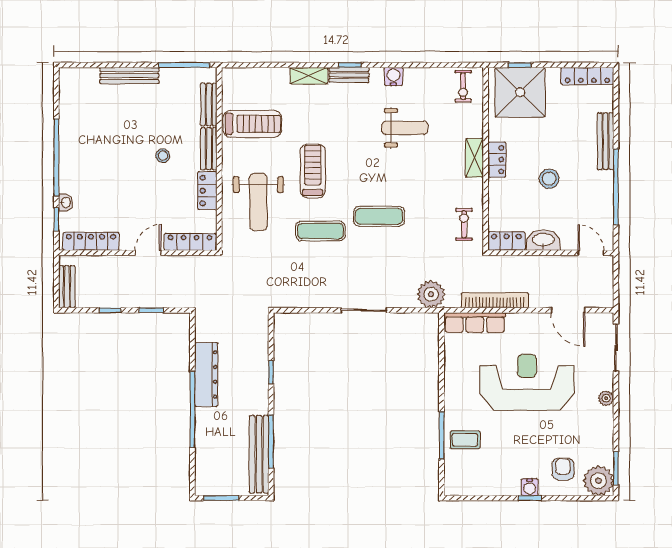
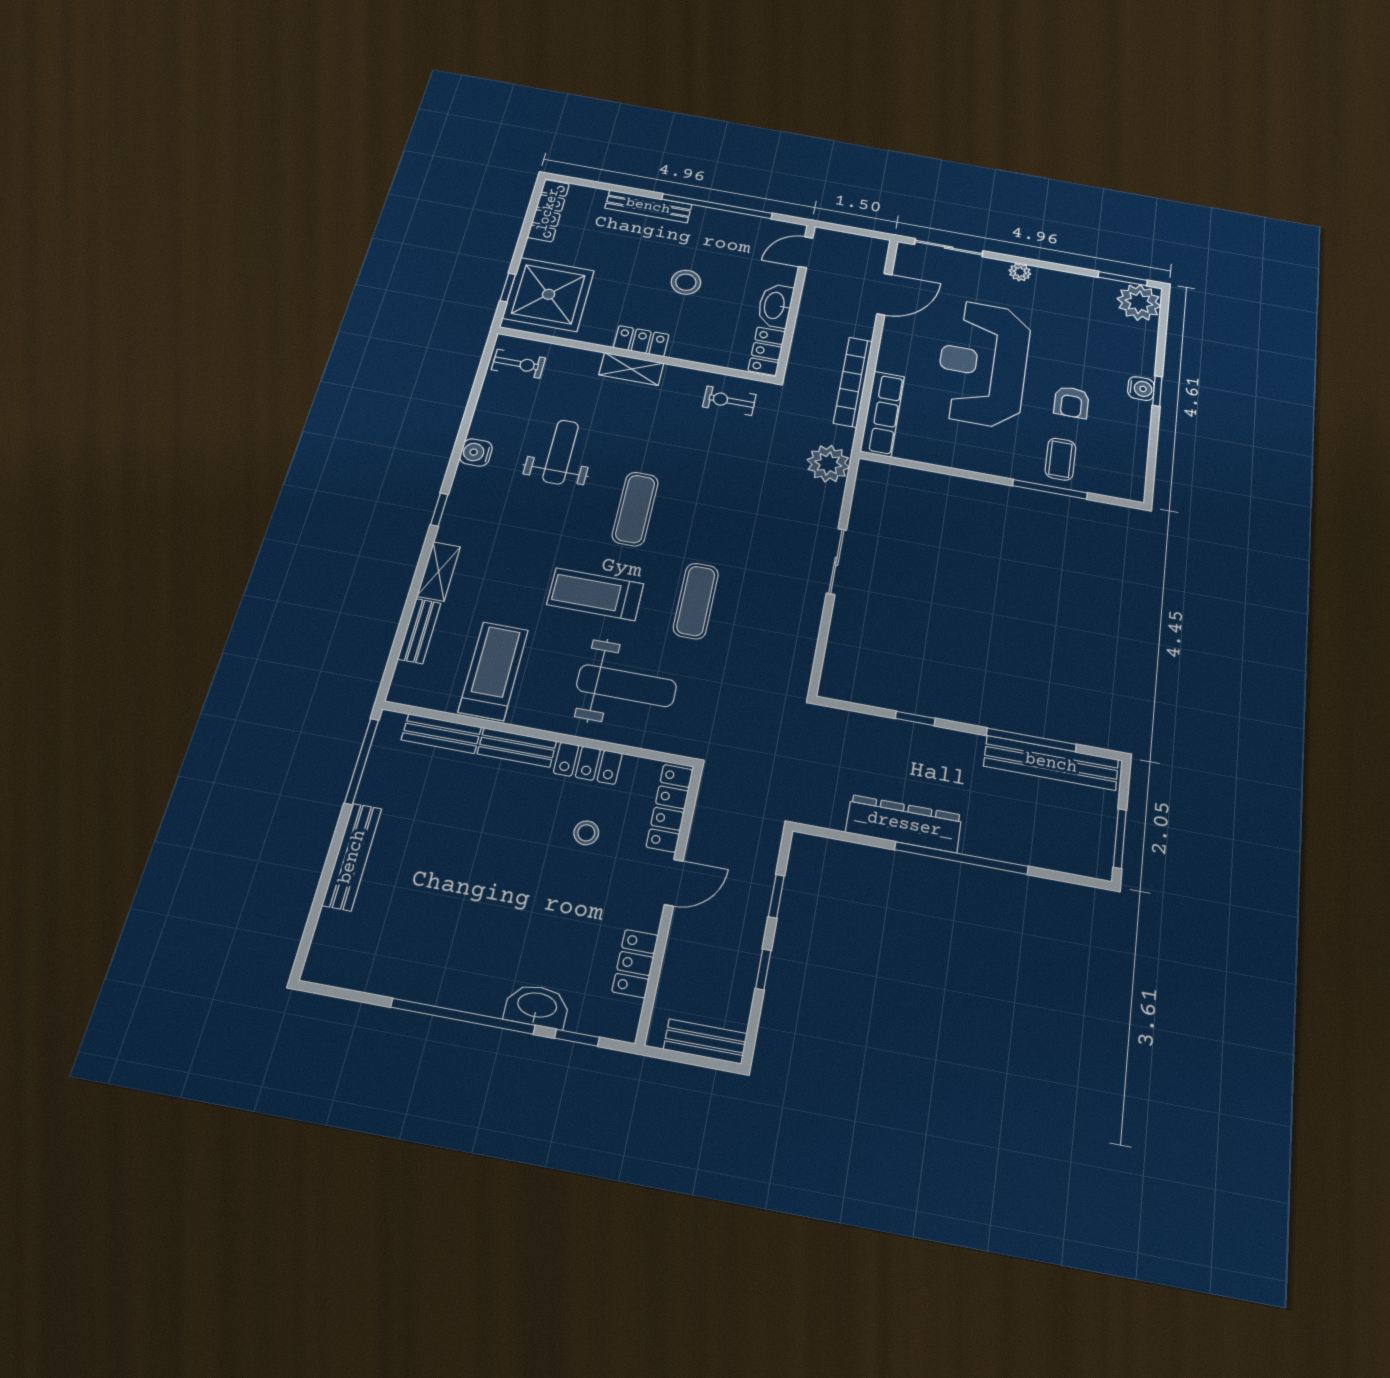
bench: (349, 75) -> (419, 631), moved
stool: (163, 156) -> (586, 833), moved
washbasin: (66, 202) -> (537, 1006), width x1.91, depth x1.45
exercise mat: (379, 216) -> (635, 509), moved
locker: (91, 241) -> (635, 963), width x0.66
door: (148, 253) -> (674, 883), swing flipped
armchair: (563, 469) -> (1071, 402), moved, turned -90

